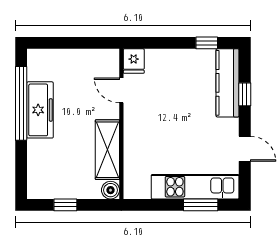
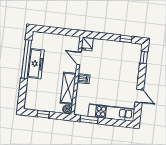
kitchen counter: (228, 83) -> (134, 61), removed
window: (245, 94) -> (144, 58), moved
dishwasher: (135, 128) -> (84, 79), added
window: (201, 205) -> (89, 120), moved

